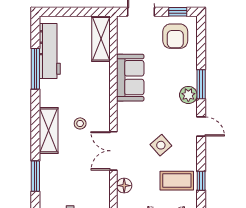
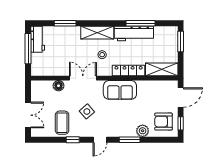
window: (61, 12) -> (181, 42), added
workbench: (50, 51) -> (134, 33), moved
sofa: (130, 78) -> (120, 90), moved
locker: (103, 86) -> (129, 71), added
plant: (188, 95) -> (143, 131), moved
window: (201, 181) -> (73, 140), moved

